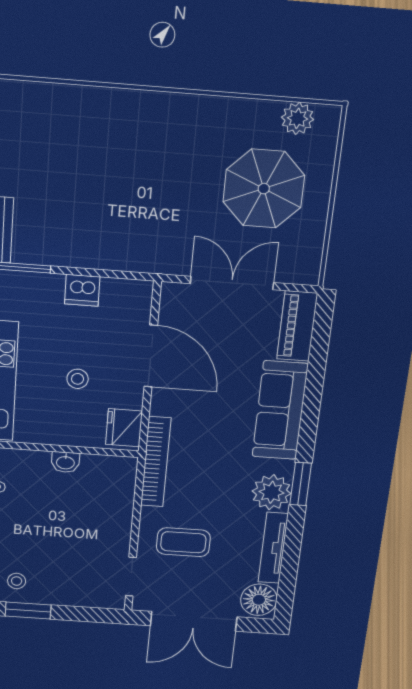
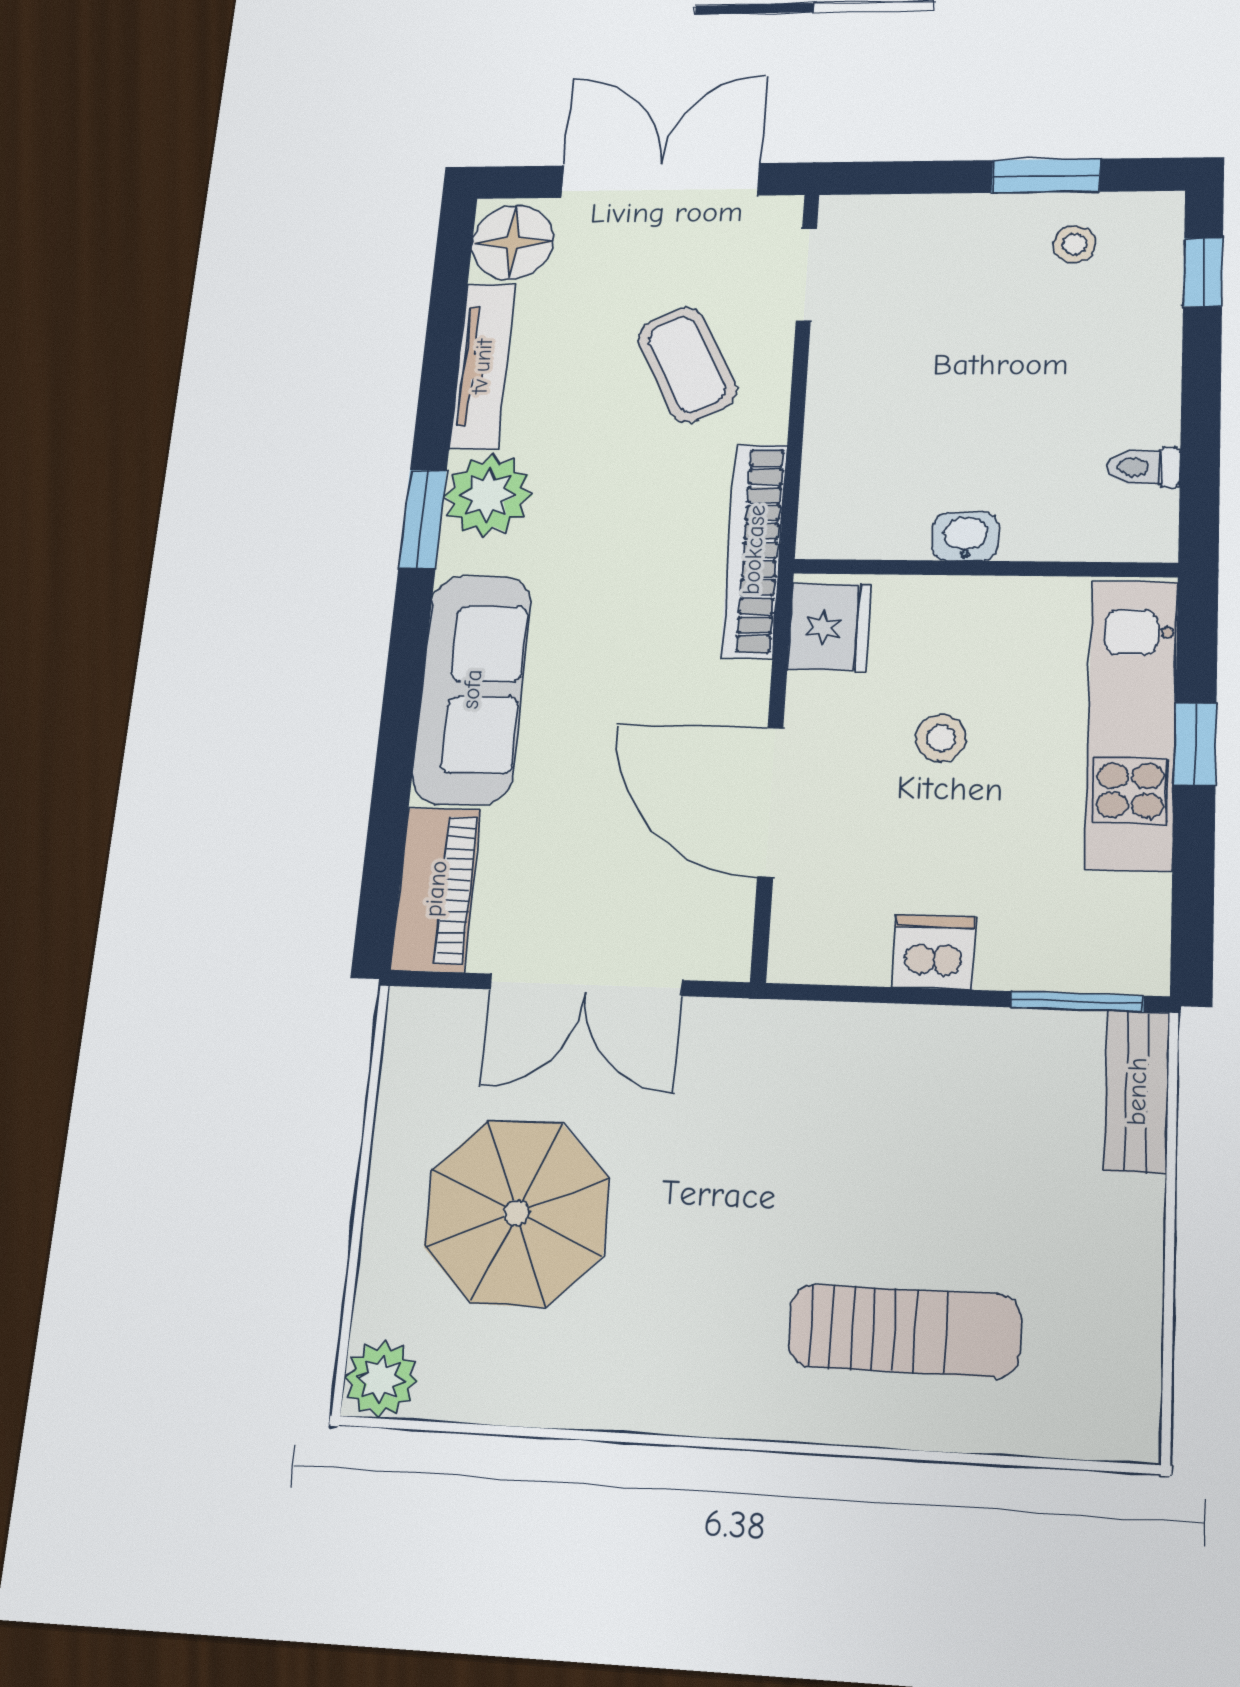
plant: (298, 118) -> (381, 1379), moved
sun lounger: (98, 135) -> (904, 1331), added
coffee table: (183, 542) -> (687, 364), turned 63

